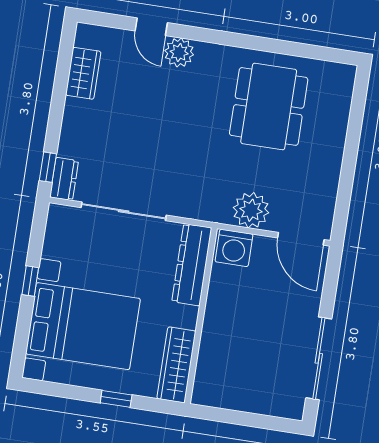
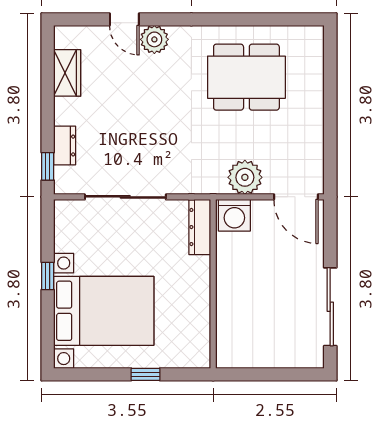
dining table: (269, 106) -> (246, 77), turned 90
dresser: (64, 179) -> (65, 145), moved
dresser: (192, 265) -> (200, 227), width x0.73, depth x0.80
wardrobe: (176, 365) -> (197, 334), removed

